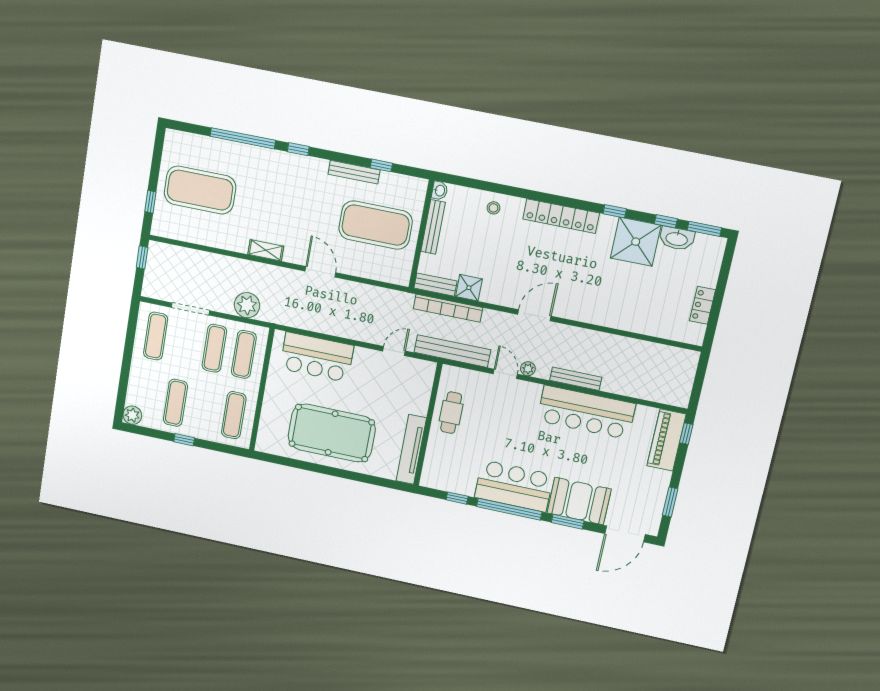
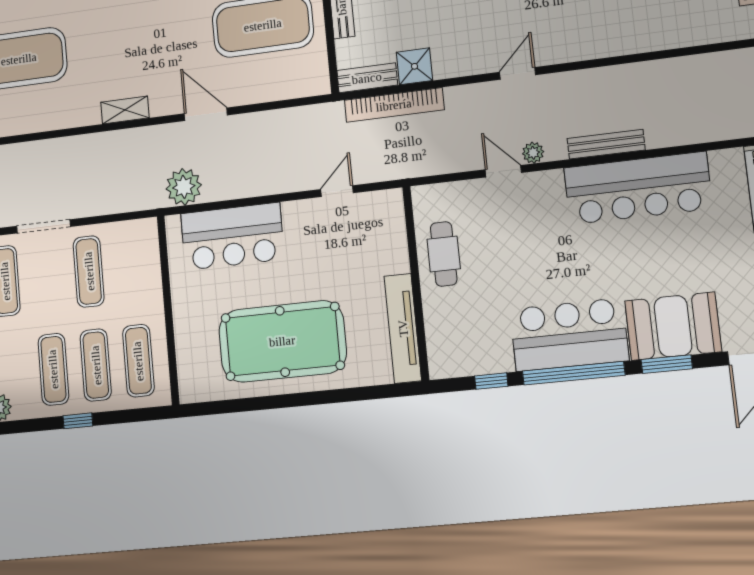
plant: (247, 305) -> (184, 187), moved
door: (534, 315) -> (518, 73), width x0.73
bench: (452, 351) -> (418, 163), removed
exercise mat: (244, 354) -> (96, 365), moved

